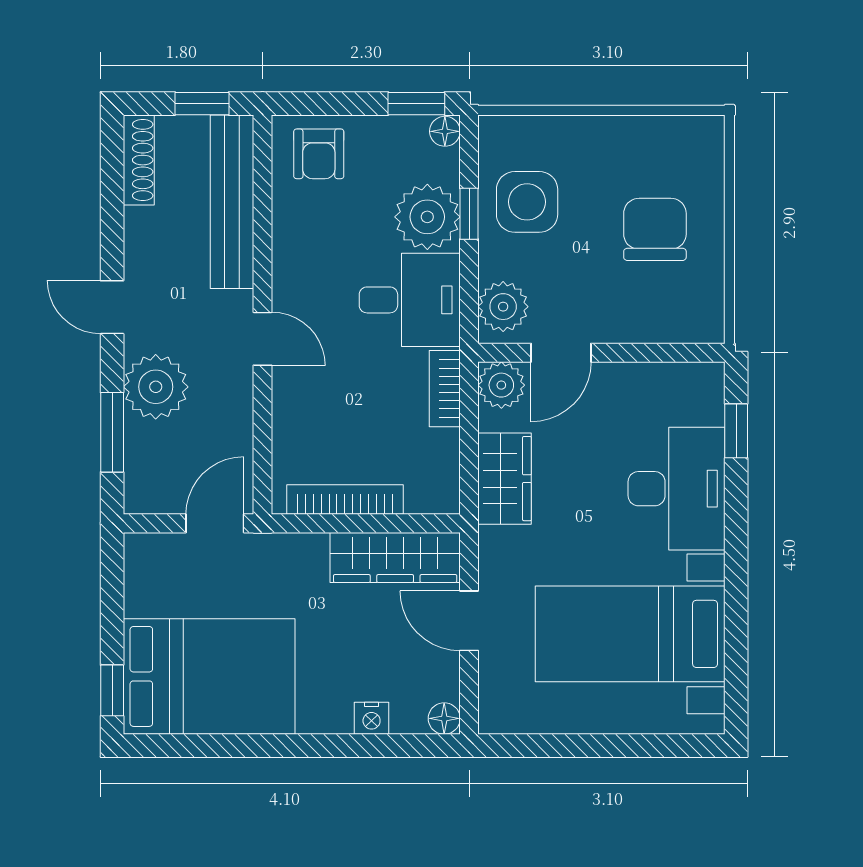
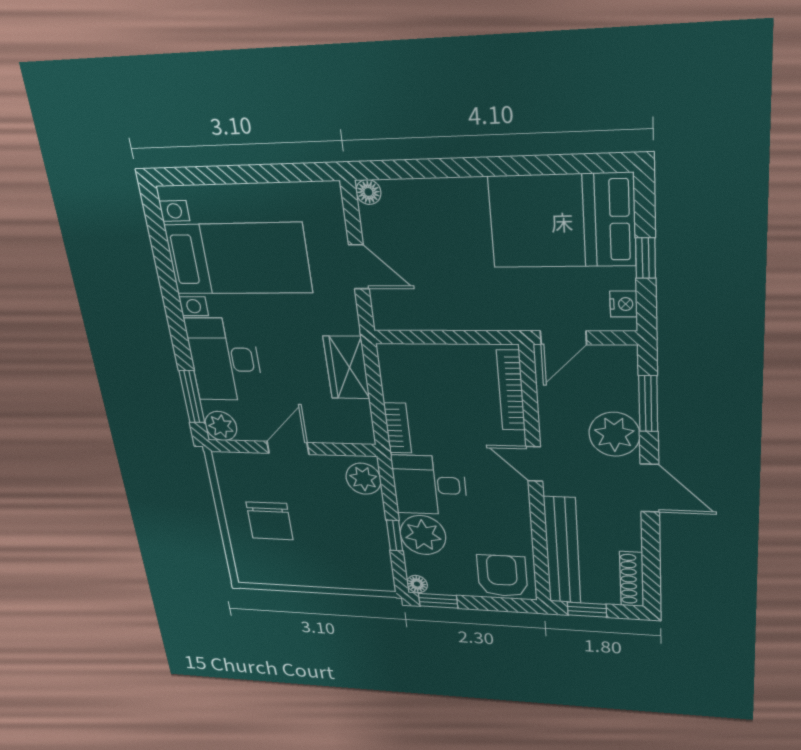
armchair: (319, 154) -> (502, 576), width x1.38, depth x1.38
side table: (527, 202) -> (356, 541), removed
door: (112, 307) -> (650, 488), width x1.38
door: (561, 353) -> (288, 448), moved
plant: (501, 385) -> (221, 426), moved
window: (736, 431) -> (192, 397), width x1.50
bookcase: (345, 499) -> (511, 390), moved, turned 90
wardrobe: (395, 557) -> (421, 313), removed
window: (112, 690) -> (646, 258), moved
nightstand: (372, 718) -> (624, 304), moved, turned 90

